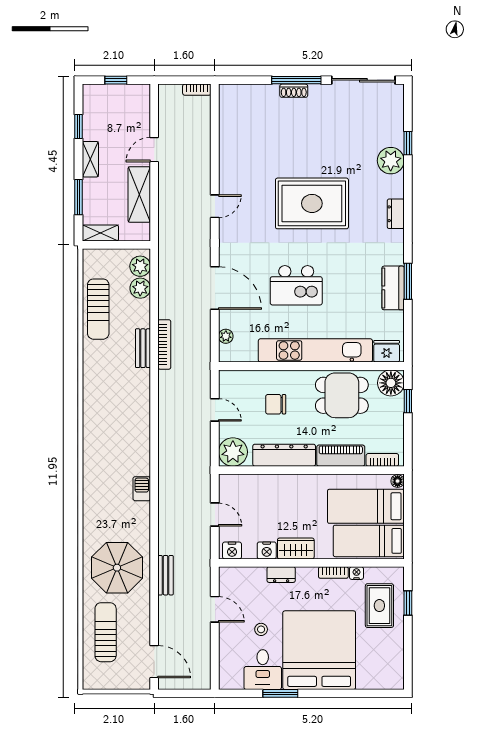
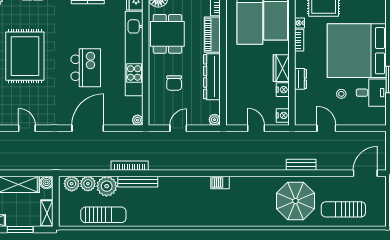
boiler: (142, 233) -> (47, 182), added
plant: (137, 314) -> (107, 186), added
plant: (226, 336) -> (138, 120), moved
bench: (143, 348) -> (138, 182), width x1.36
plant: (233, 452) -> (215, 120), width x0.53, depth x0.53
barbecue: (142, 489) -> (220, 182), moved
door: (215, 514) -> (256, 128), hinge flipped
door: (215, 609) -> (326, 128), hinge flipped

